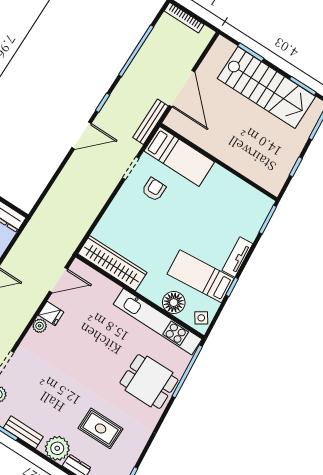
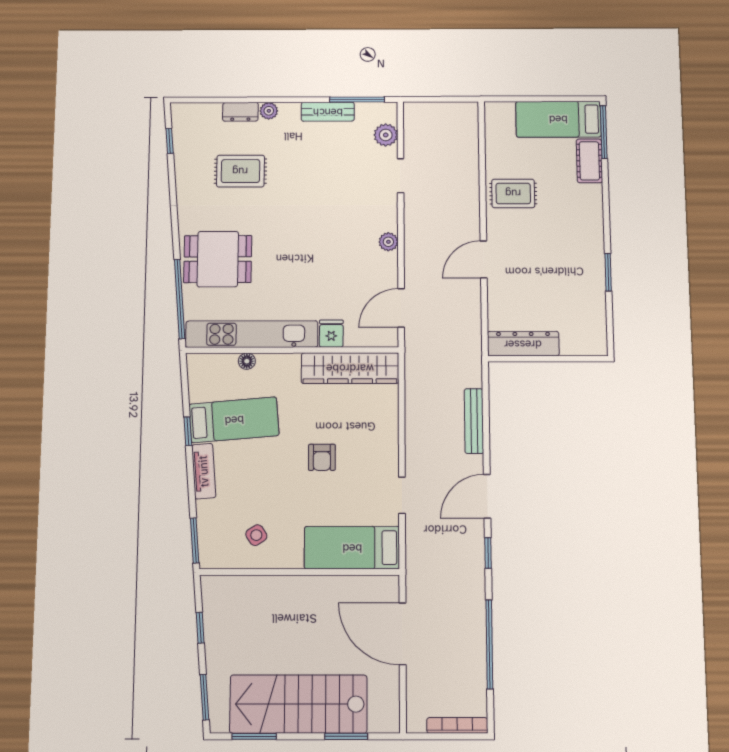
bench: (150, 122) -> (474, 421), moved
armchair: (154, 189) -> (322, 457), moved
floor lamp: (174, 303) -> (247, 361), width x0.53, depth x0.53
fridge: (51, 314) -> (331, 334), moved, turned 90
side table: (201, 318) -> (256, 535), moved
plant: (57, 448) -> (269, 111), width x0.53, depth x0.53

